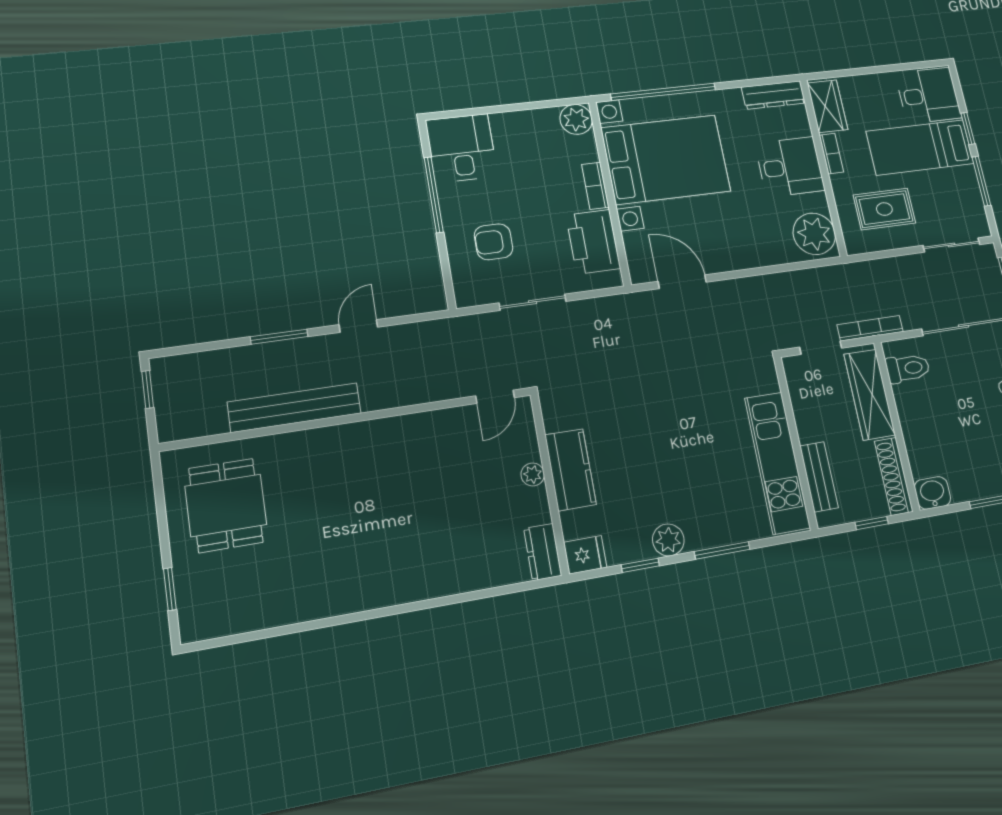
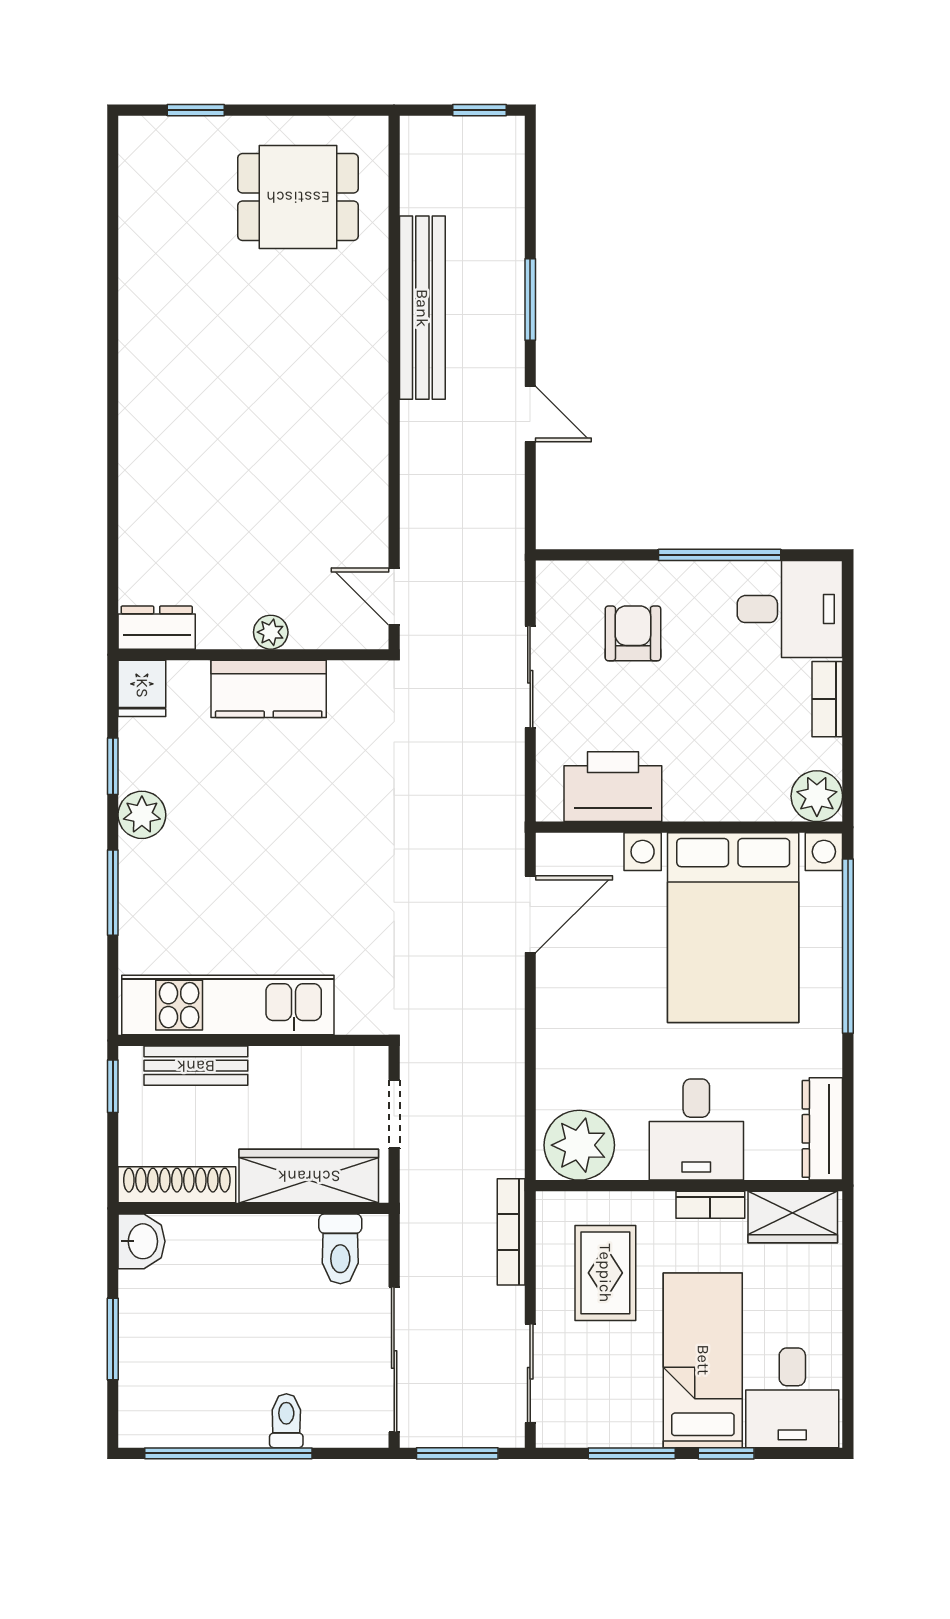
bookcase: (595, 186) -> (827, 699), moved, turned -90
bookcase: (870, 328) -> (511, 1232), moved, turned 180
window: (872, 523) -> (113, 1086), moved

